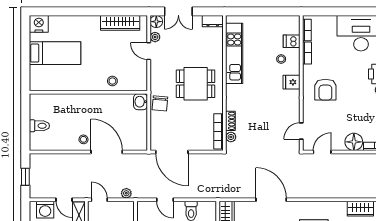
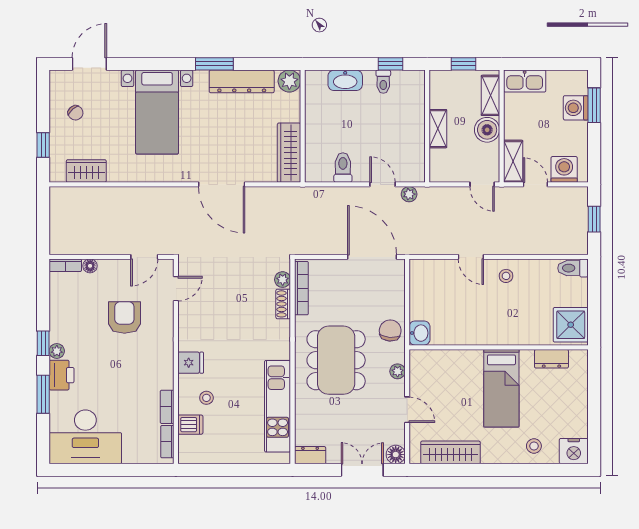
plant: (155, 37) -> (398, 371), moved
bed: (55, 53) -> (501, 388), moved, turned -90
stool: (112, 81) -> (534, 446), moved
dining table: (196, 84) -> (336, 360), width x1.38
dresser: (53, 85) -> (551, 359), added
armchair: (325, 90) -> (124, 317), moved
shower: (41, 107) -> (571, 325), added
toilet: (39, 126) -> (573, 268), moved
floor lamp: (354, 142) -> (90, 266), width x0.53, depth x0.53
door: (107, 152) -> (471, 257), width x0.53
plant: (126, 193) -> (409, 194), moved

